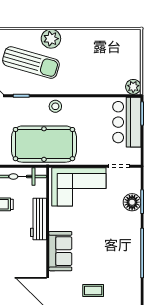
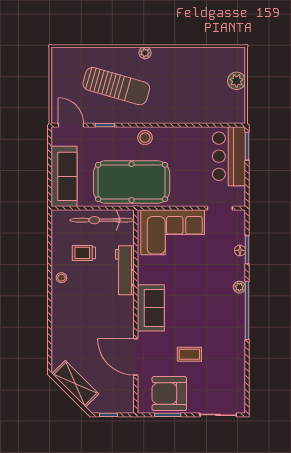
plant: (51, 39) -> (145, 53), width x0.53, depth x0.53
plant: (133, 87) -> (237, 81), moved
floor lamp: (132, 202) -> (240, 250), width x0.53, depth x0.53
plant: (136, 233) -> (239, 287), added

